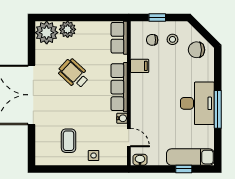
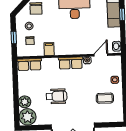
wheelchair: (74, 74) -> (56, 96), turned -133
row of seats: (119, 87) -> (71, 63), width x0.68

